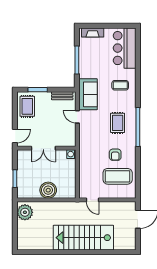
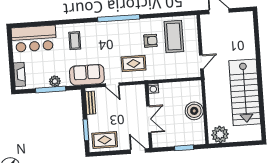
plant: (84, 64) -> (55, 81), added
door: (77, 117) -> (112, 85), hinge flipped
rug: (118, 123) -> (134, 63), moved
stairs: (83, 238) -> (245, 92), moved

